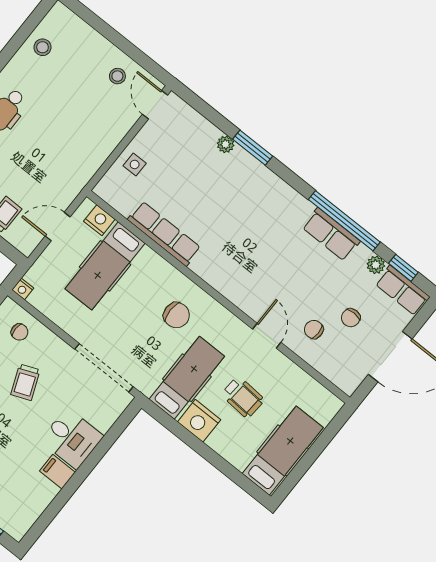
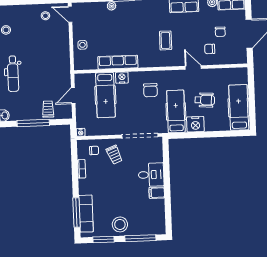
nightstand: (99, 220) -> (122, 78), moved
coffee table: (260, 262) -> (166, 40), added
chair: (176, 315) -> (150, 90), turned 90
trolley: (25, 382) -> (114, 155), moved

